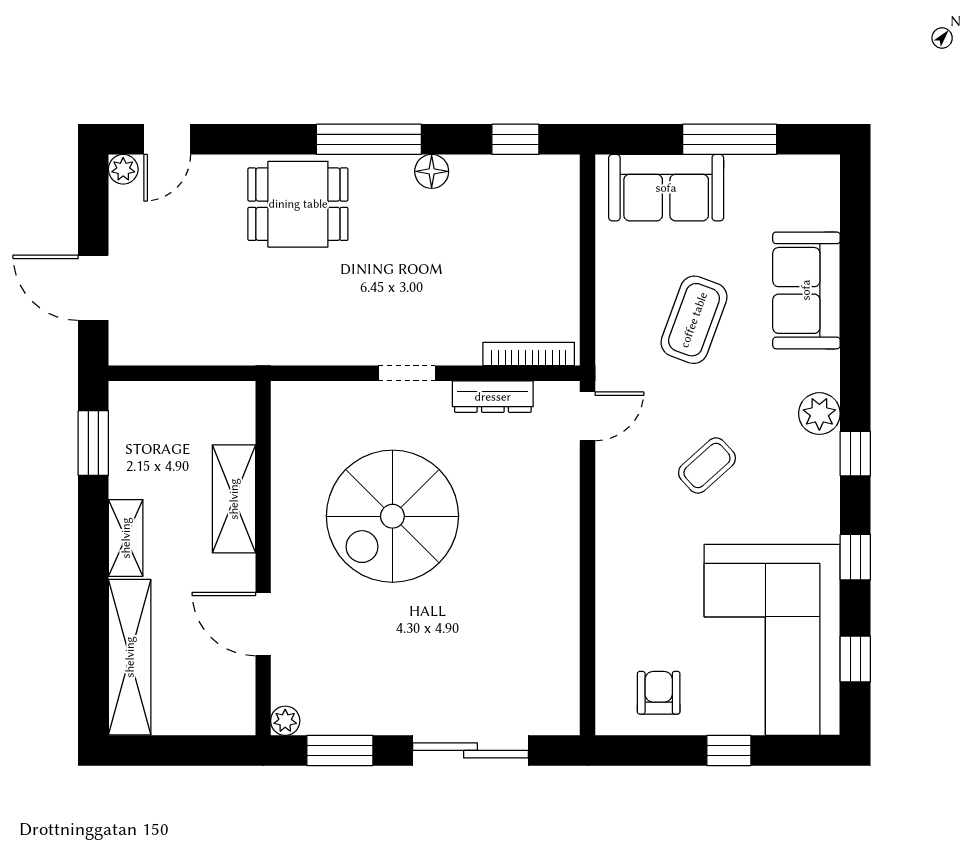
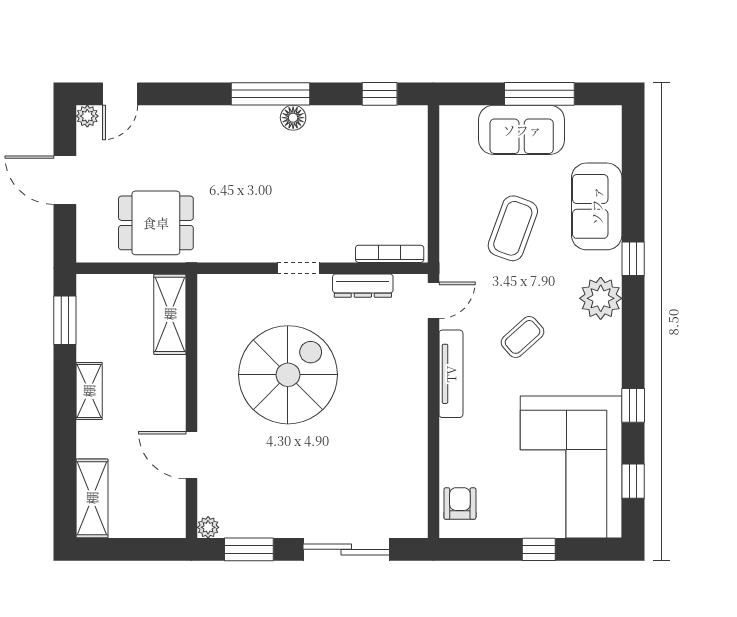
floor lamp: (432, 171) -> (293, 118), moved
sofa: (666, 188) -> (522, 130), moved
dining table: (298, 204) -> (156, 223), moved
door: (93, 288) -> (65, 180), moved
plant: (819, 414) -> (601, 298), width x1.36, depth x1.36
window: (855, 454) -> (633, 259), moved
shelving: (234, 499) -> (170, 314), moved
tv unit: (611, 515) -> (451, 374), added
spiral stairs: (392, 516) -> (288, 375), turned 180
shelving: (130, 657) -> (92, 498), width x0.68
armchair: (659, 693) -> (460, 504), moved

